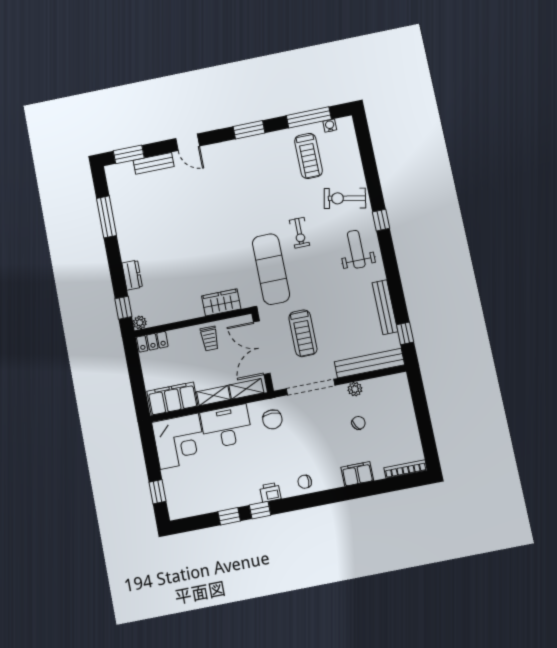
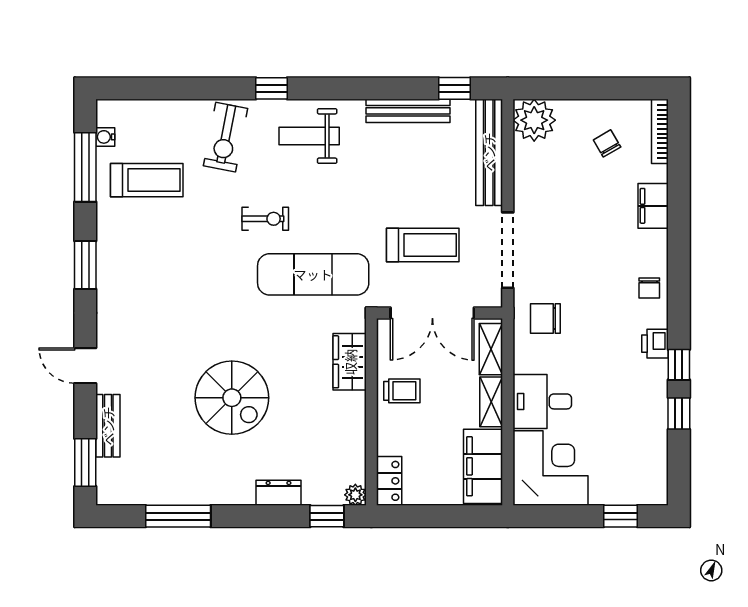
door: (188, 142) -> (85, 366), swing flipped
spiral stairs: (185, 235) -> (232, 398), added
plant: (355, 389) -> (534, 120), moved, width x1.88, depth x1.88
chair: (272, 419) -> (545, 318), turned 180
chair: (358, 423) -> (607, 143), moved
desk: (226, 427) -> (542, 401), width x0.73

